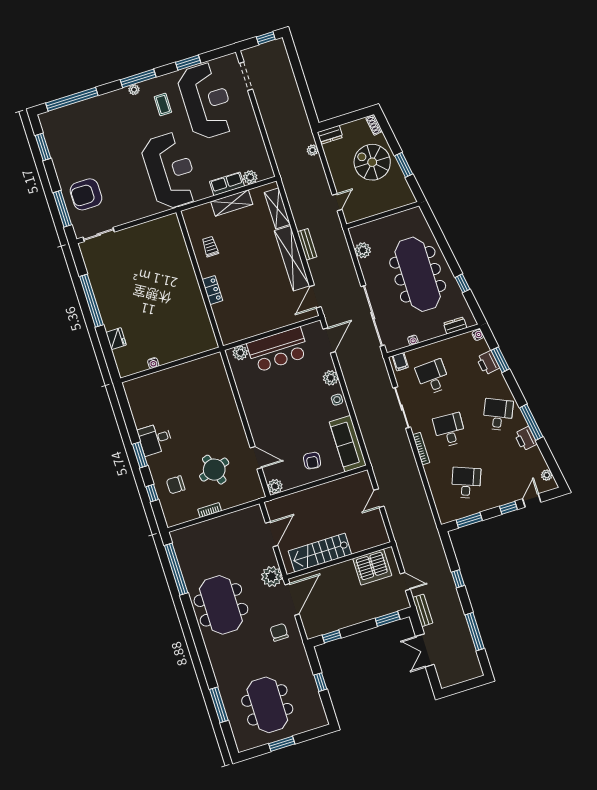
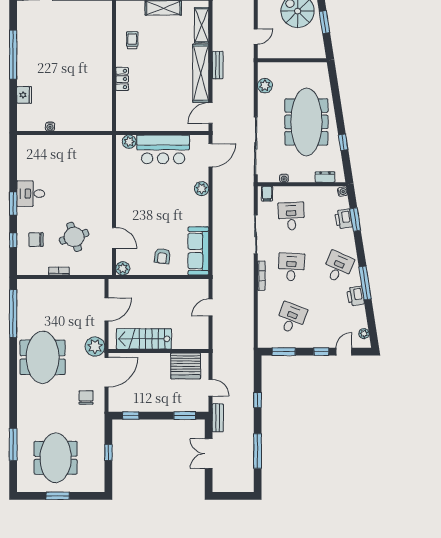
side table: (337, 400) -> (201, 209), removed

